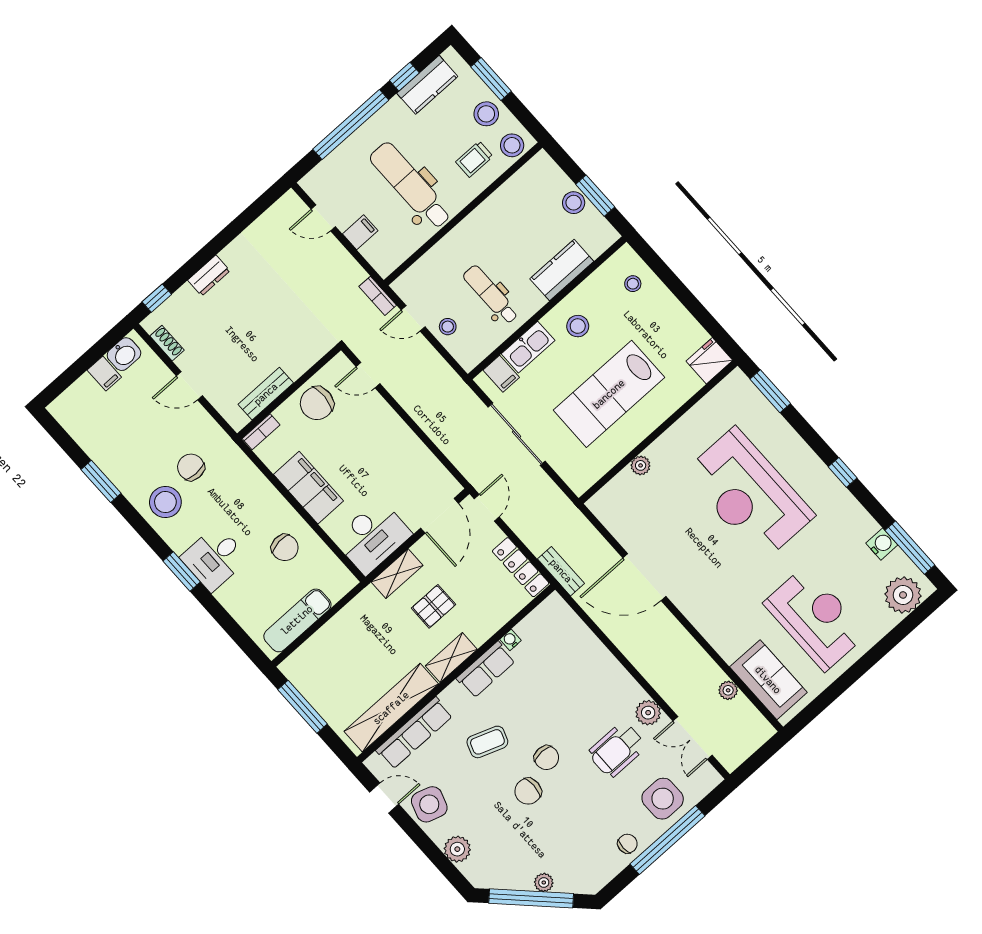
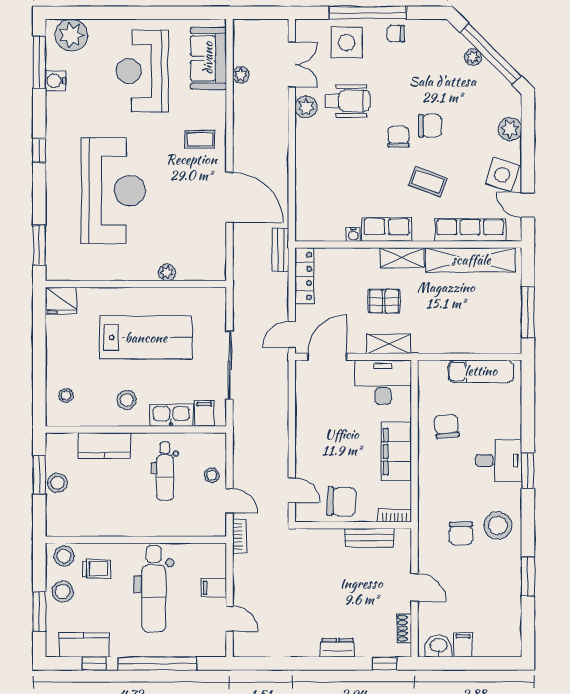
coffee table: (714, 604) -> (200, 139), added

